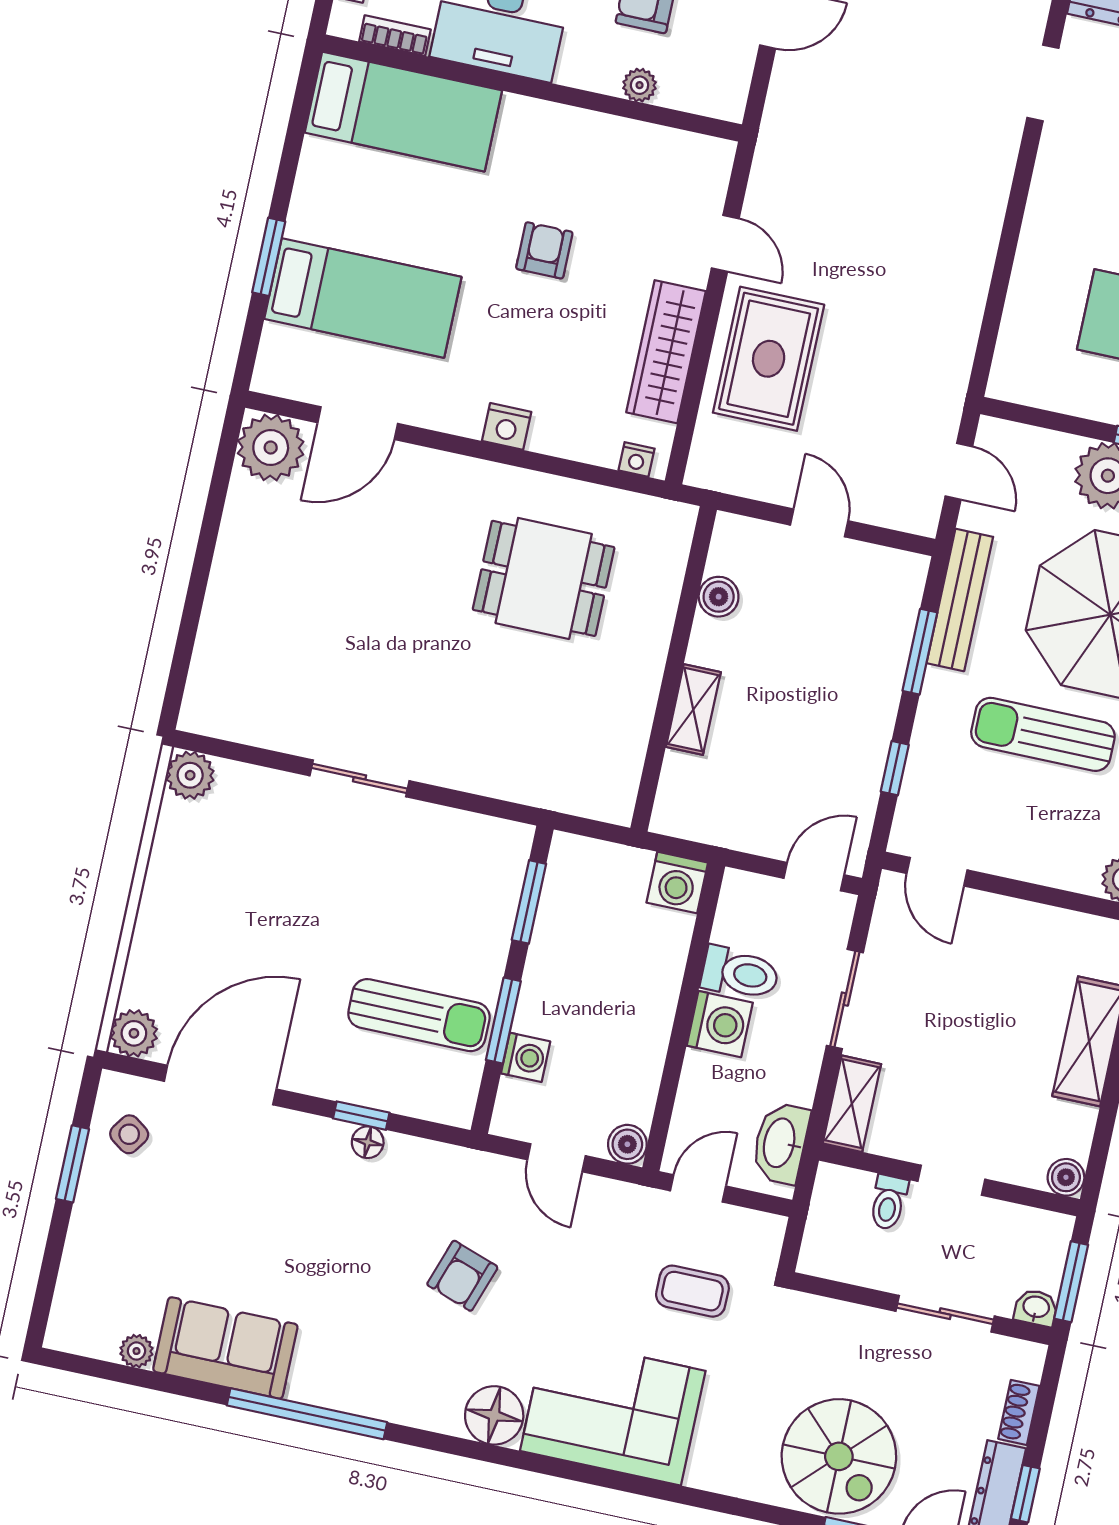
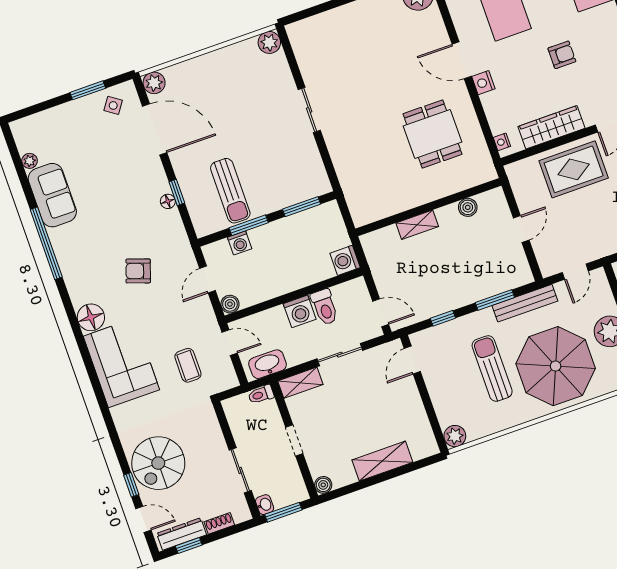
door: (358, 423) -> (462, 60), moved
toilet: (888, 1202) -> (261, 395), moved

